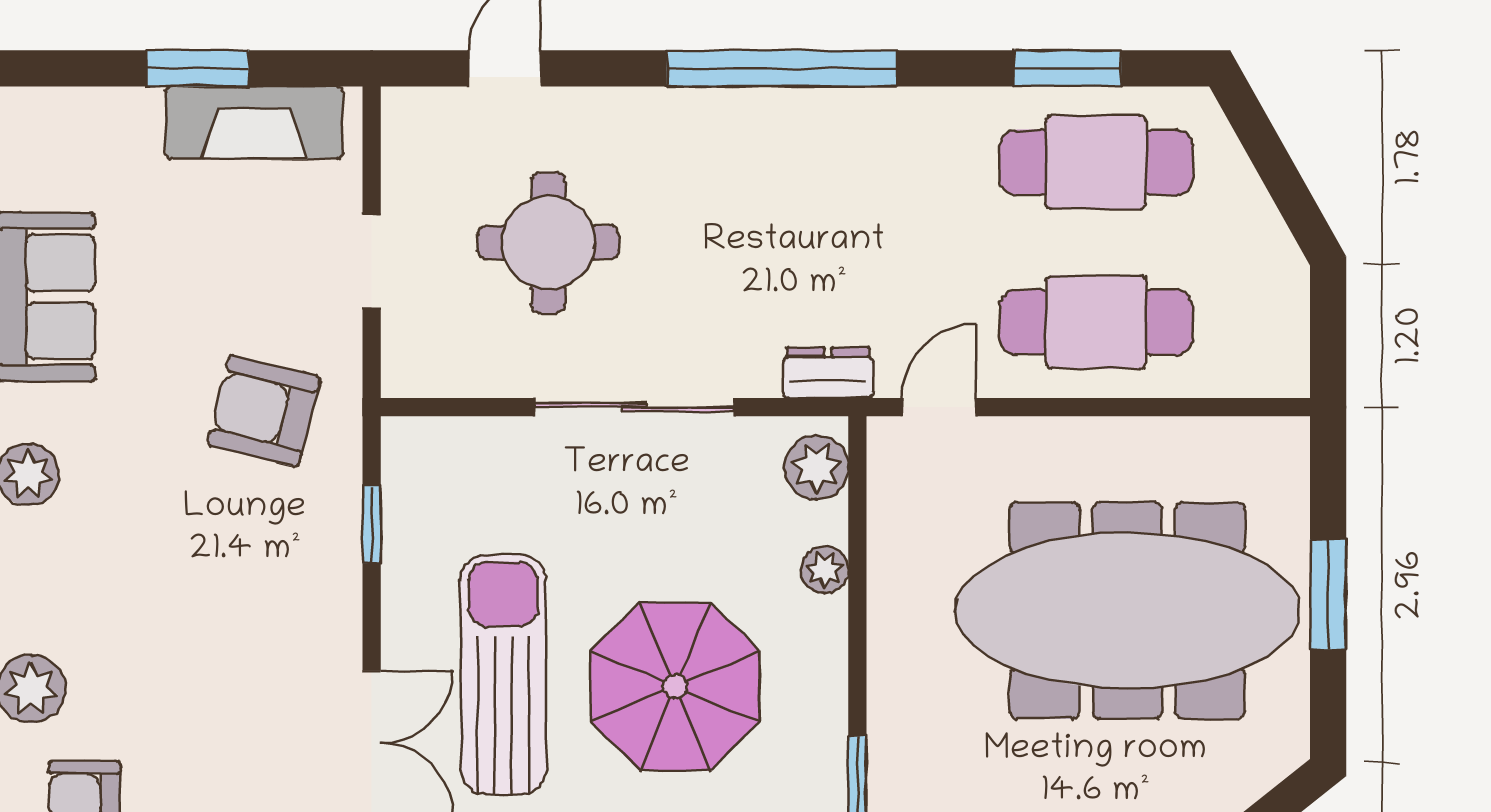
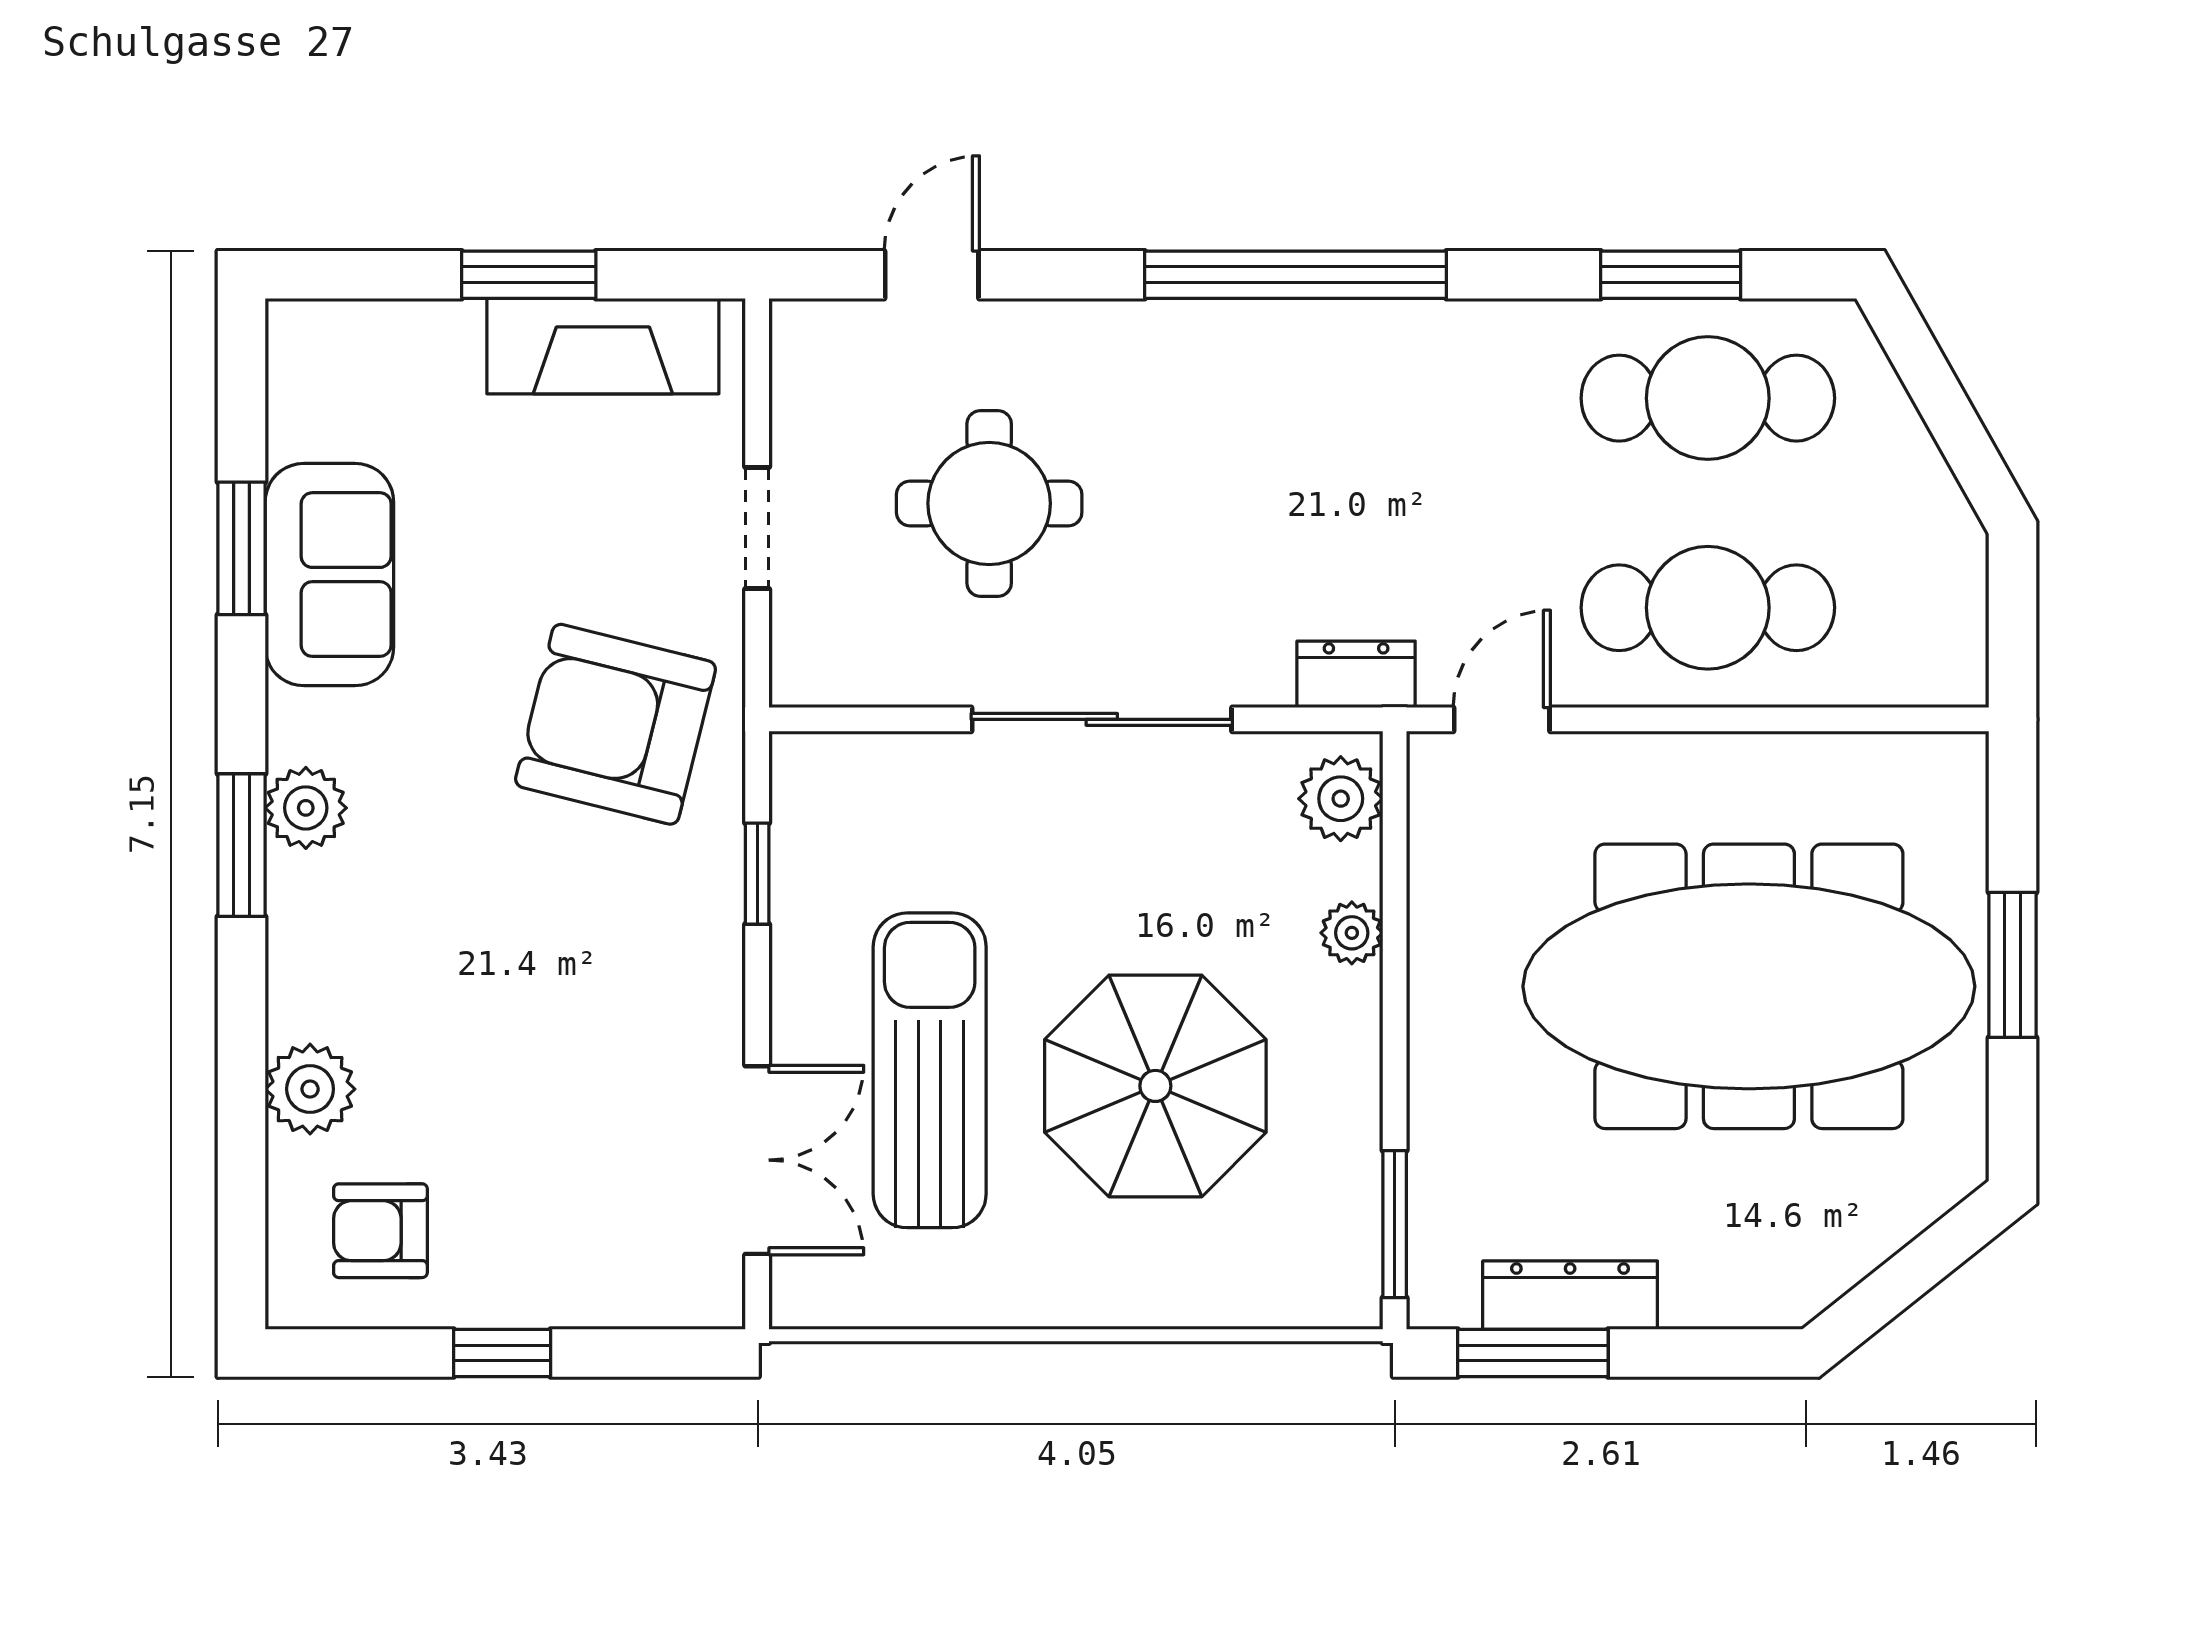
armchair: (264, 411) -> (616, 724), width x1.36, depth x1.36

